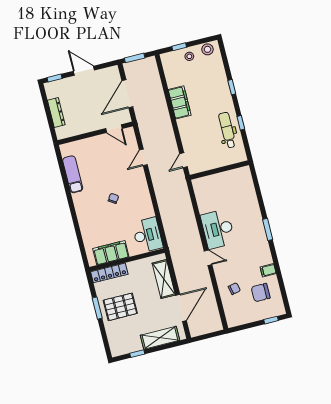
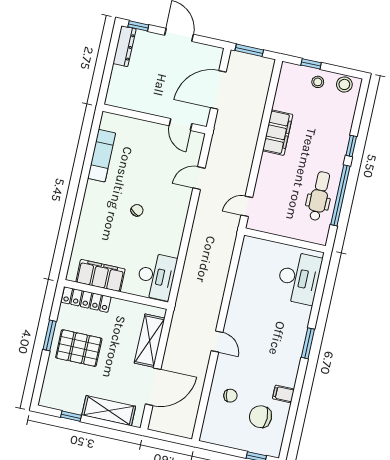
dresser: (56, 113) -> (124, 46), moved
window: (241, 123) -> (340, 195), width x3.17
desk: (218, 229) -> (299, 278), moved, turned 180

